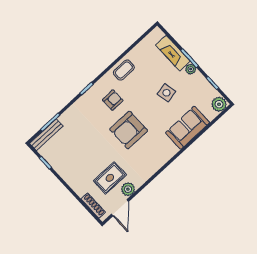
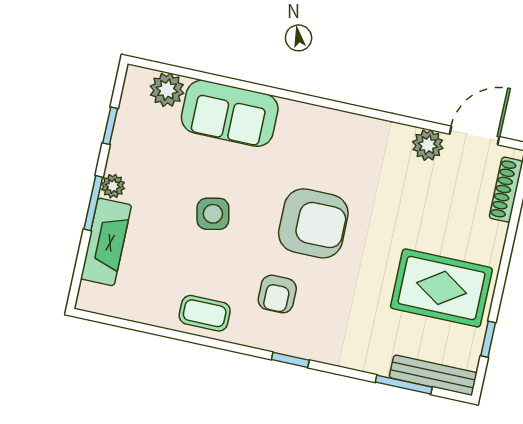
side table: (166, 93) -> (213, 214), moved
armchair: (113, 100) -> (277, 294), turned -90
plant: (219, 104) -> (167, 90), moved
rug: (110, 178) -> (441, 288), moved, width x1.36, depth x1.43

